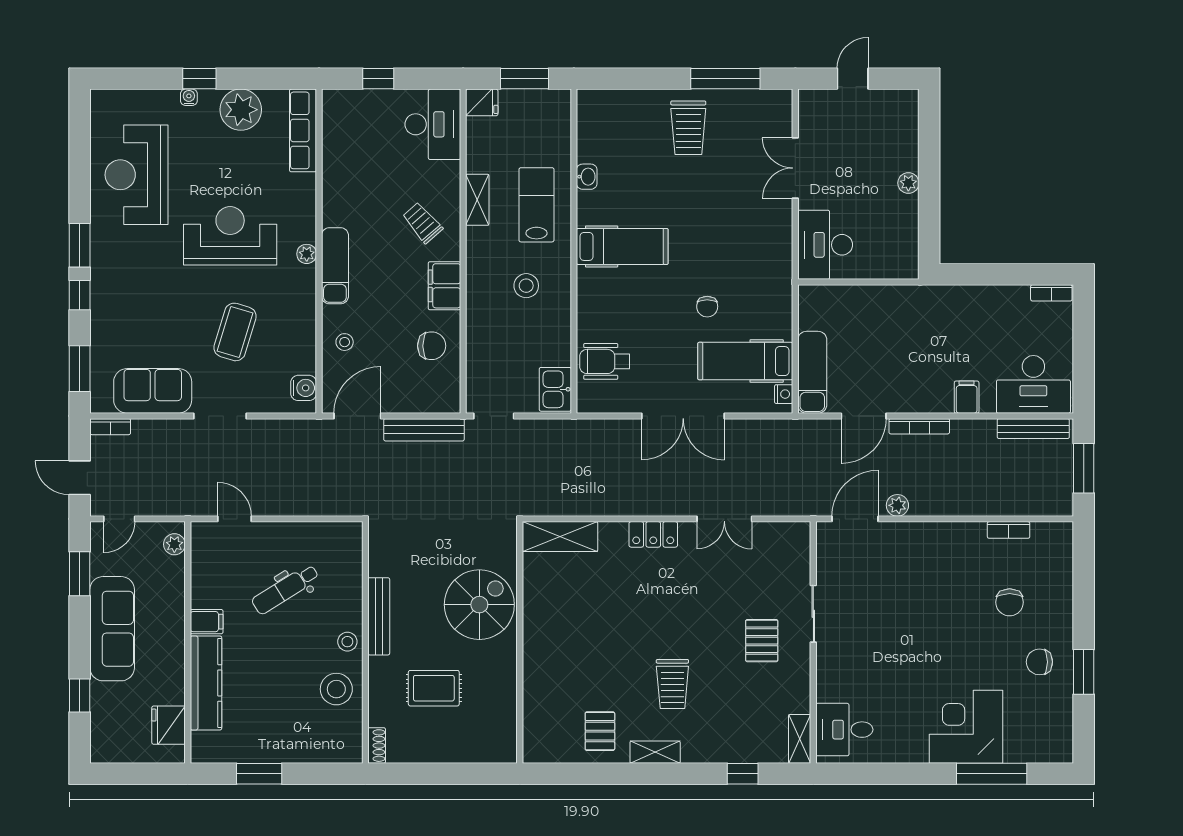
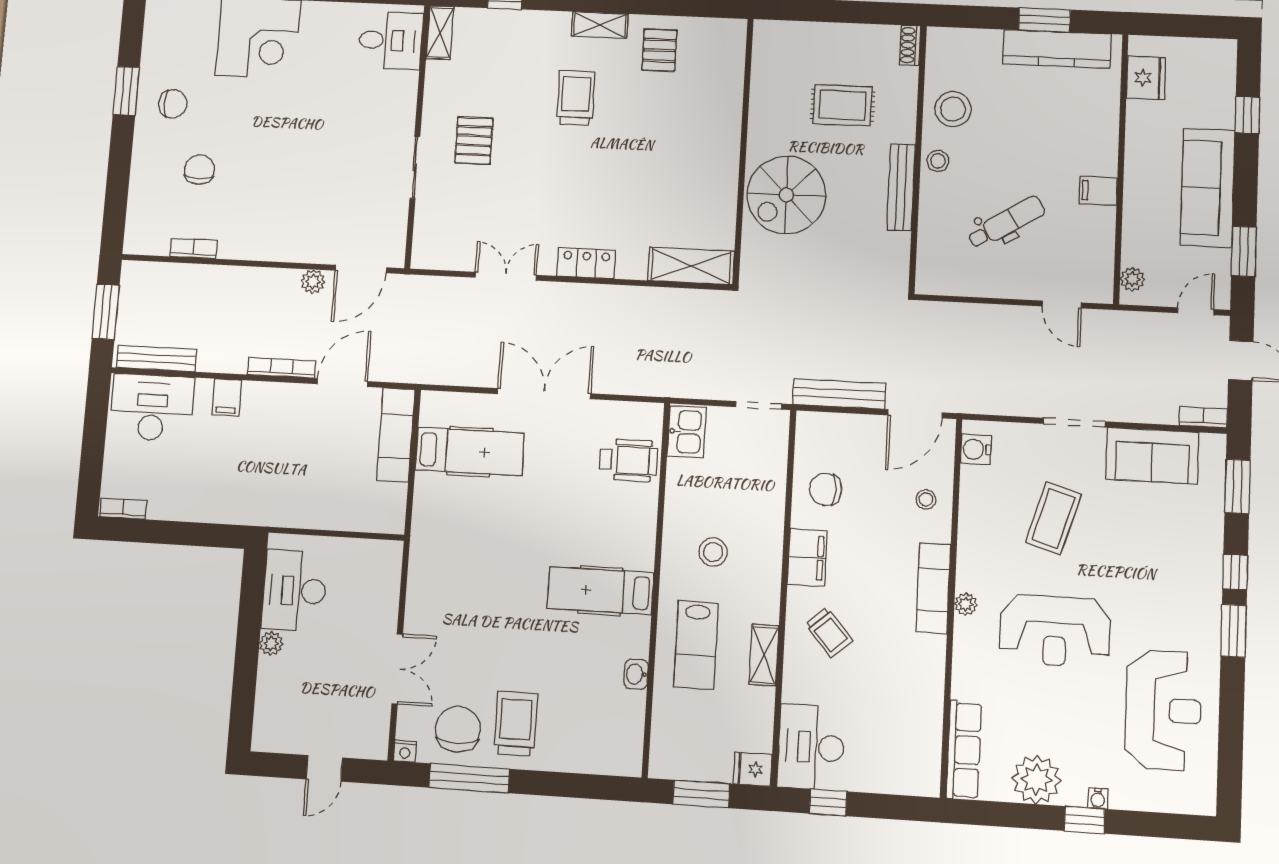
window: (378, 79) -> (828, 803), moved
desk: (825, 245) -> (294, 591), moved, turned 180
chair: (707, 307) -> (458, 729), moved, width x1.87, depth x1.87
nightstand: (784, 394) -> (405, 751), moved, turned -90
kitchen counter: (206, 683) -> (1057, 49), moved, turned -90

